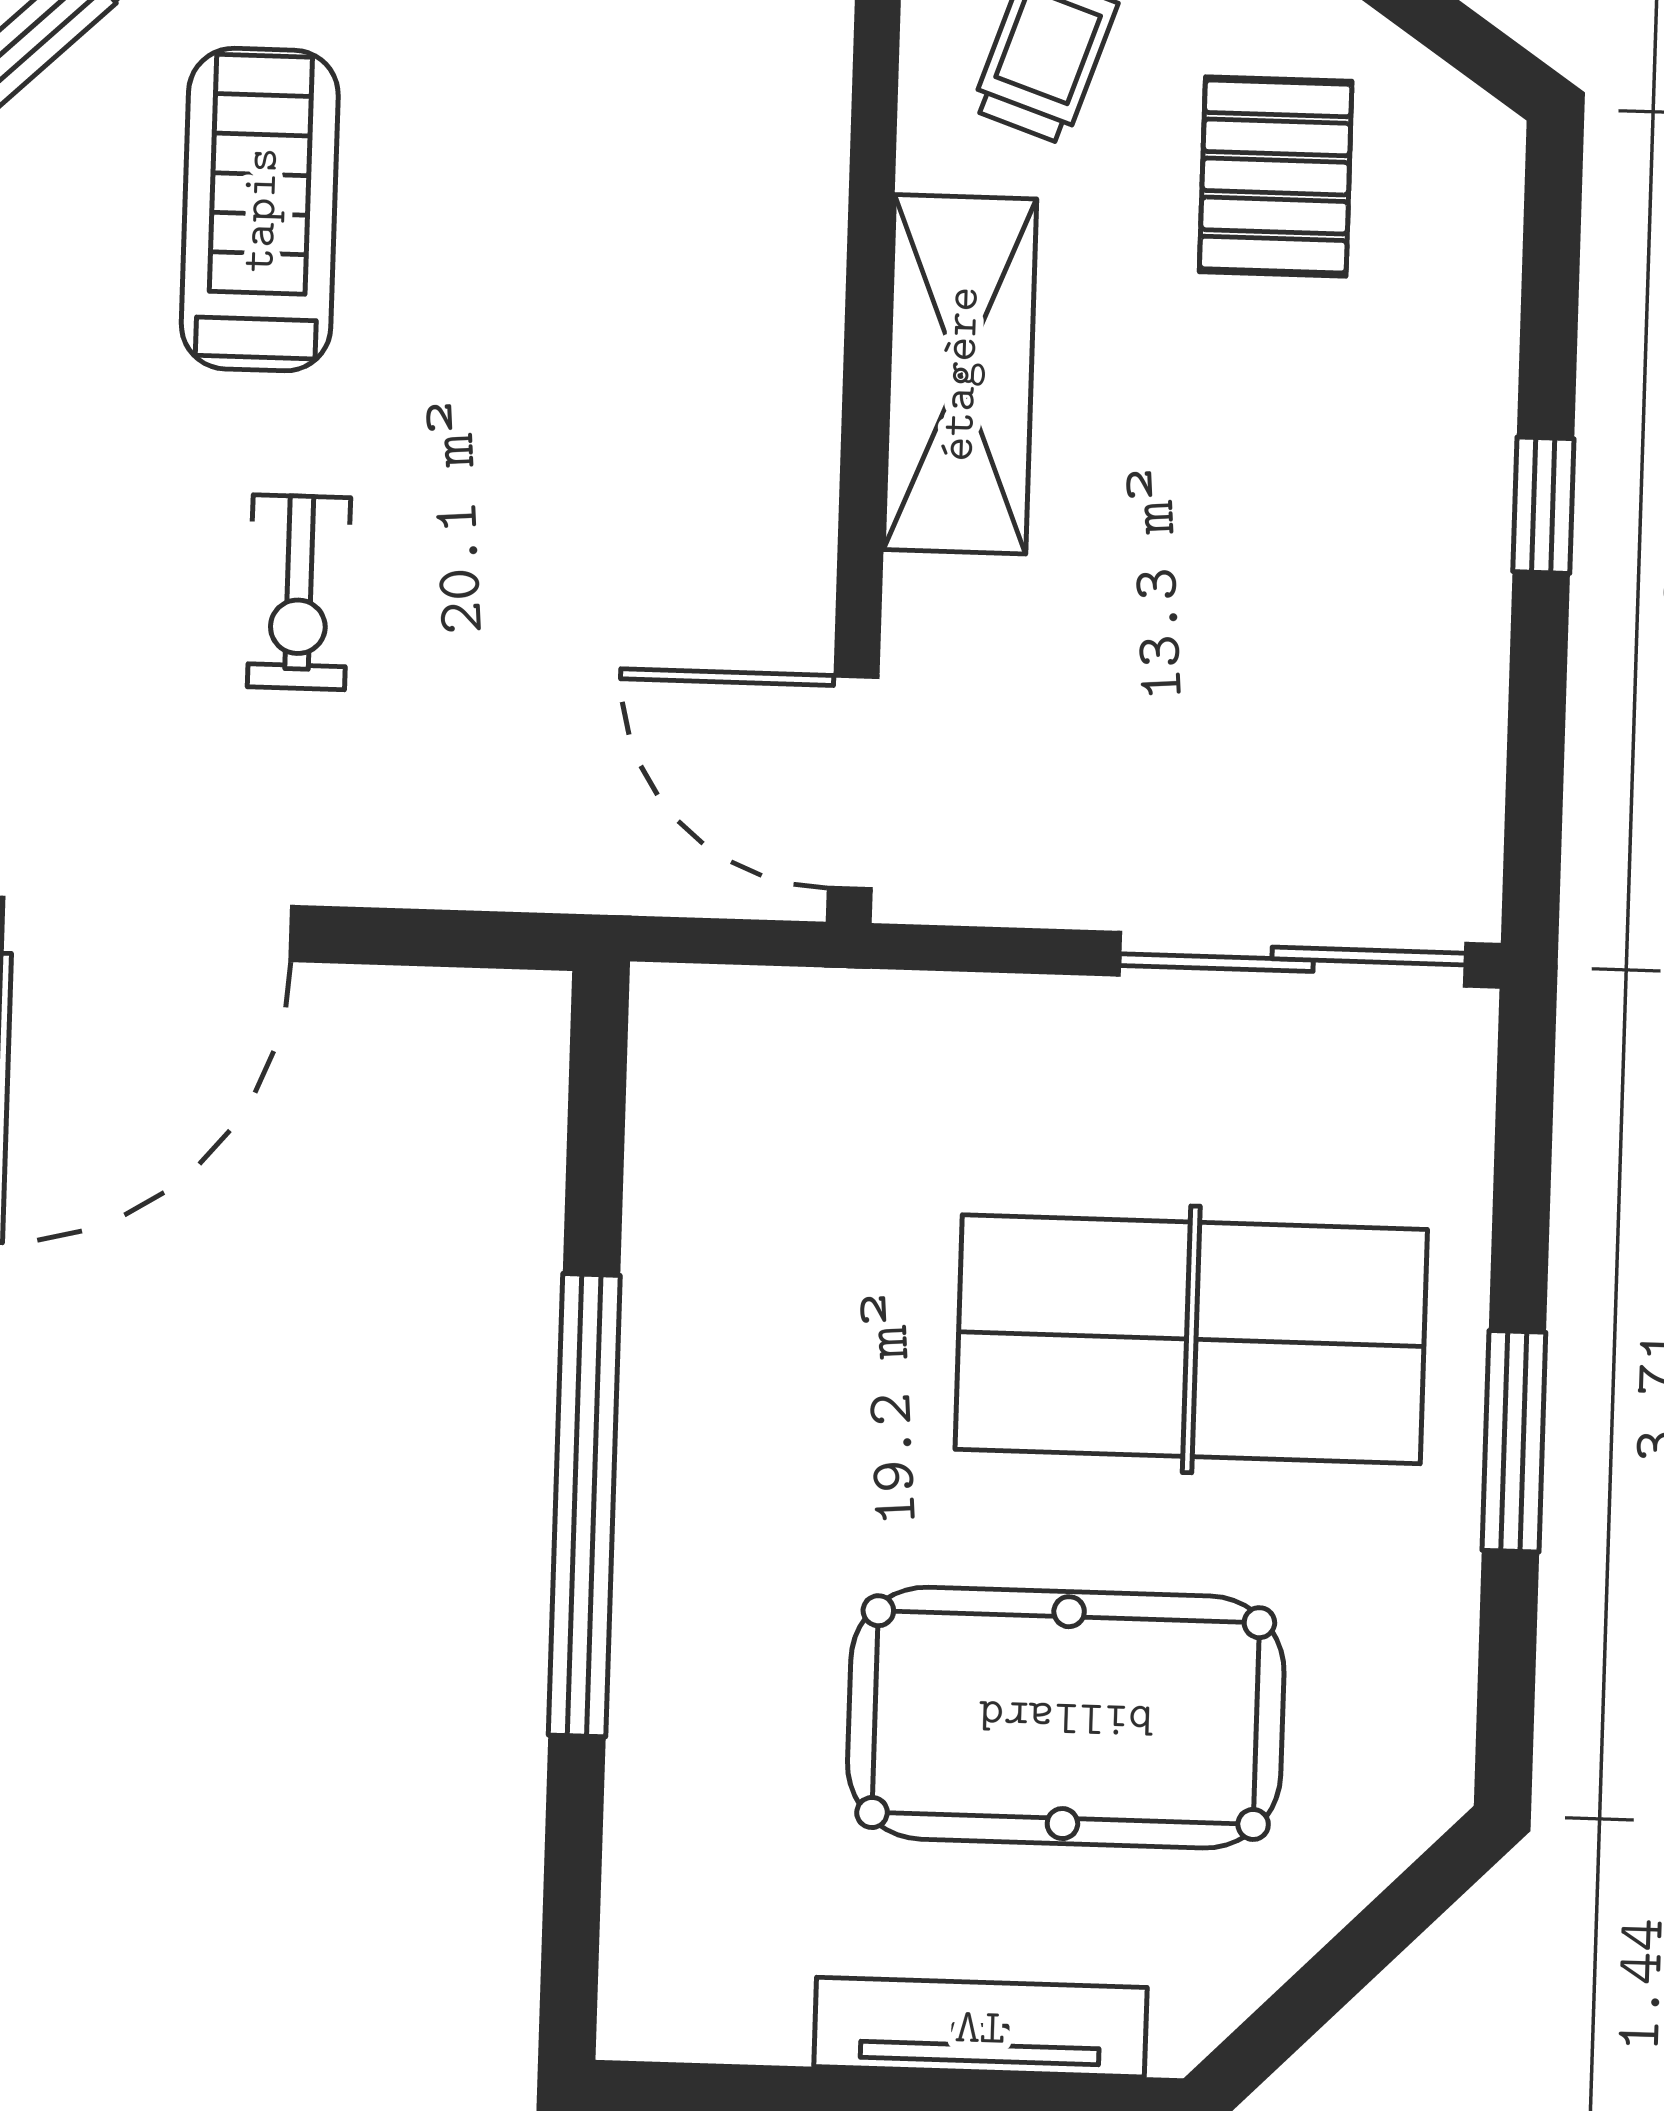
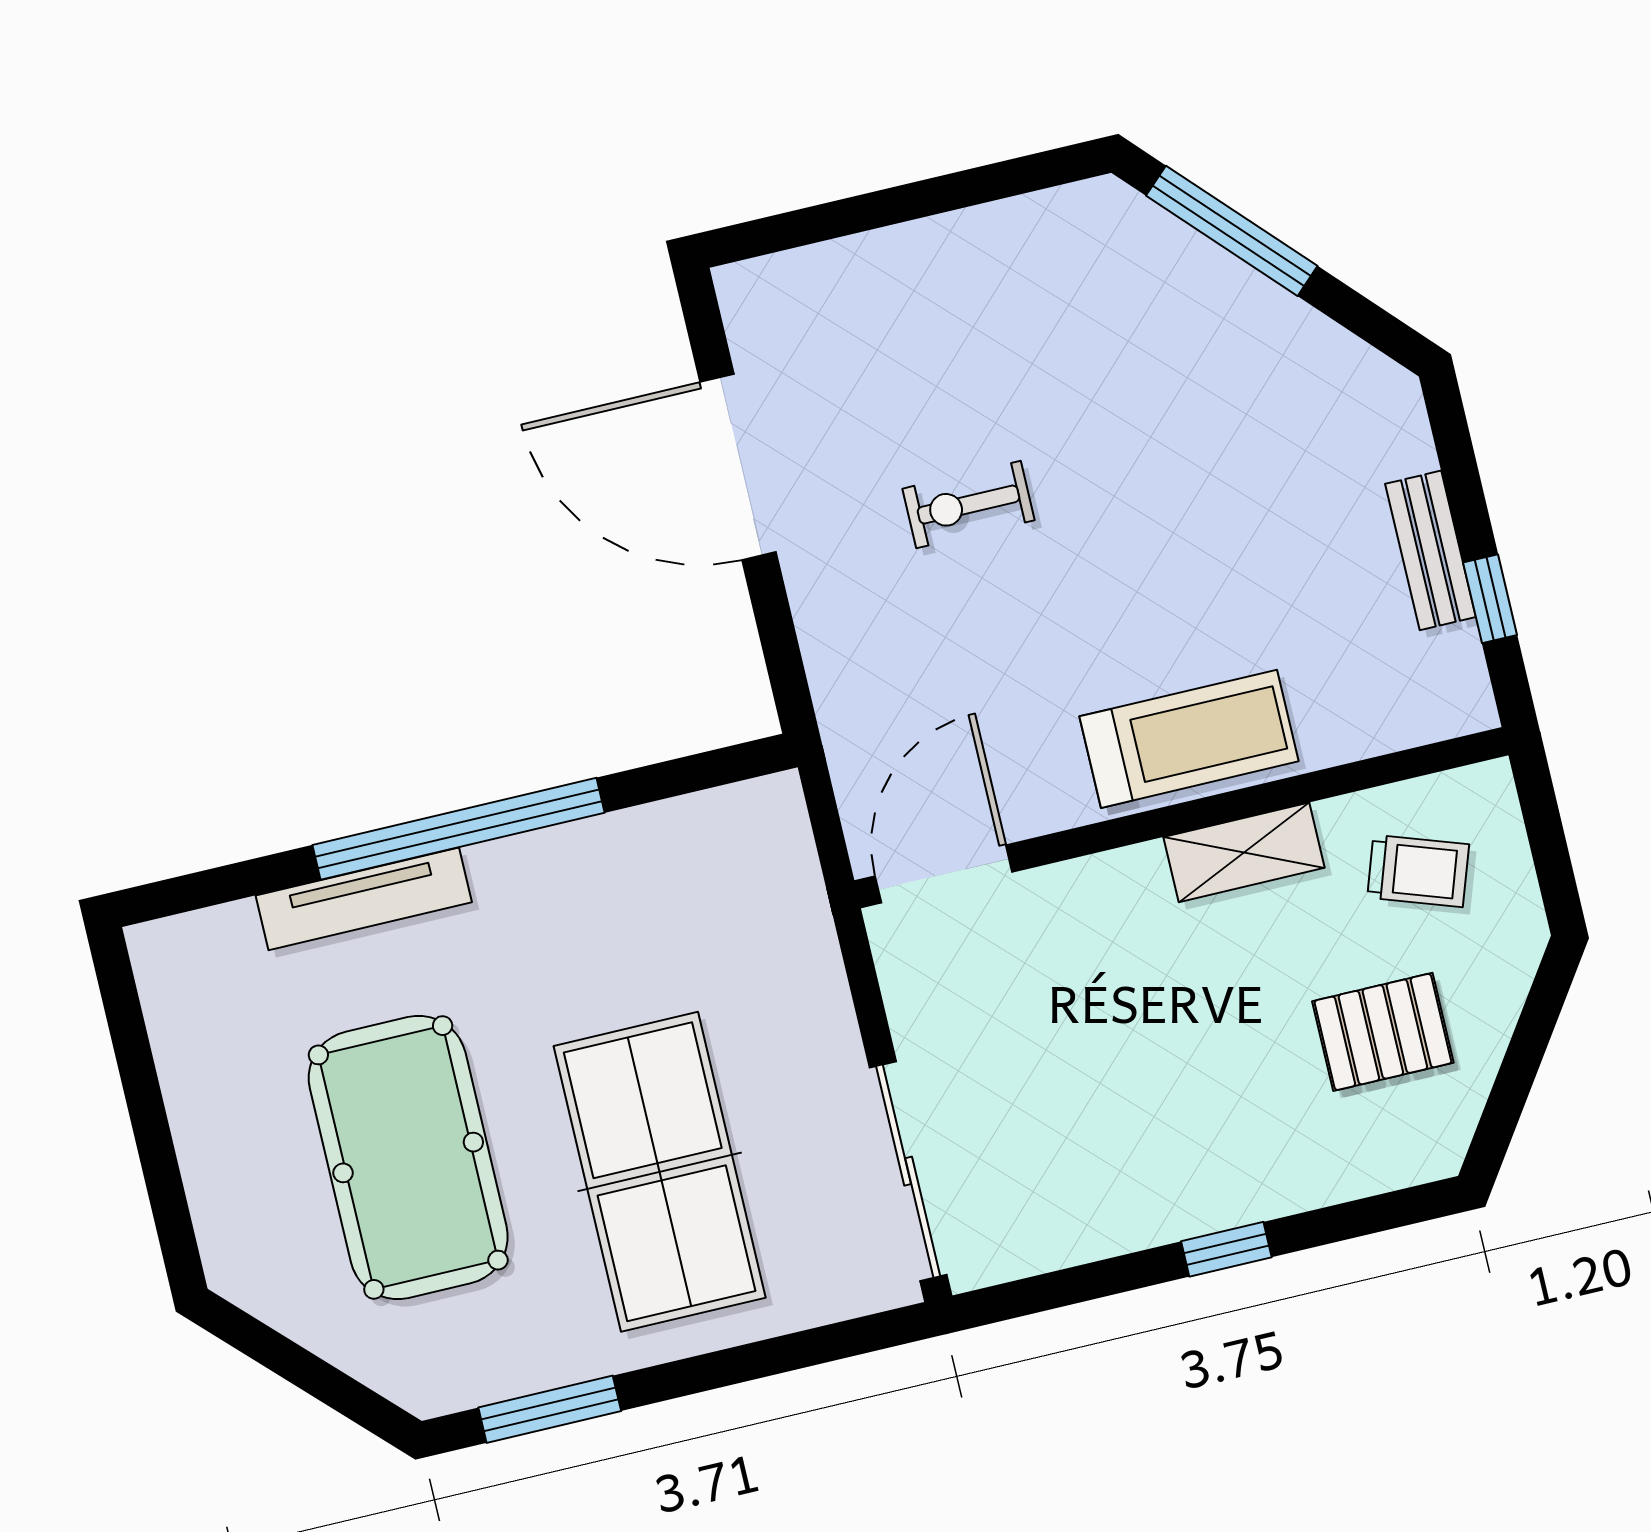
treadmill: (260, 210) -> (1189, 739), moved
shelving: (960, 374) -> (1244, 852), width x0.67, depth x0.75
window: (1514, 1441) -> (550, 1409), moved
tv unit: (980, 2027) -> (364, 899), moved, turned 90

